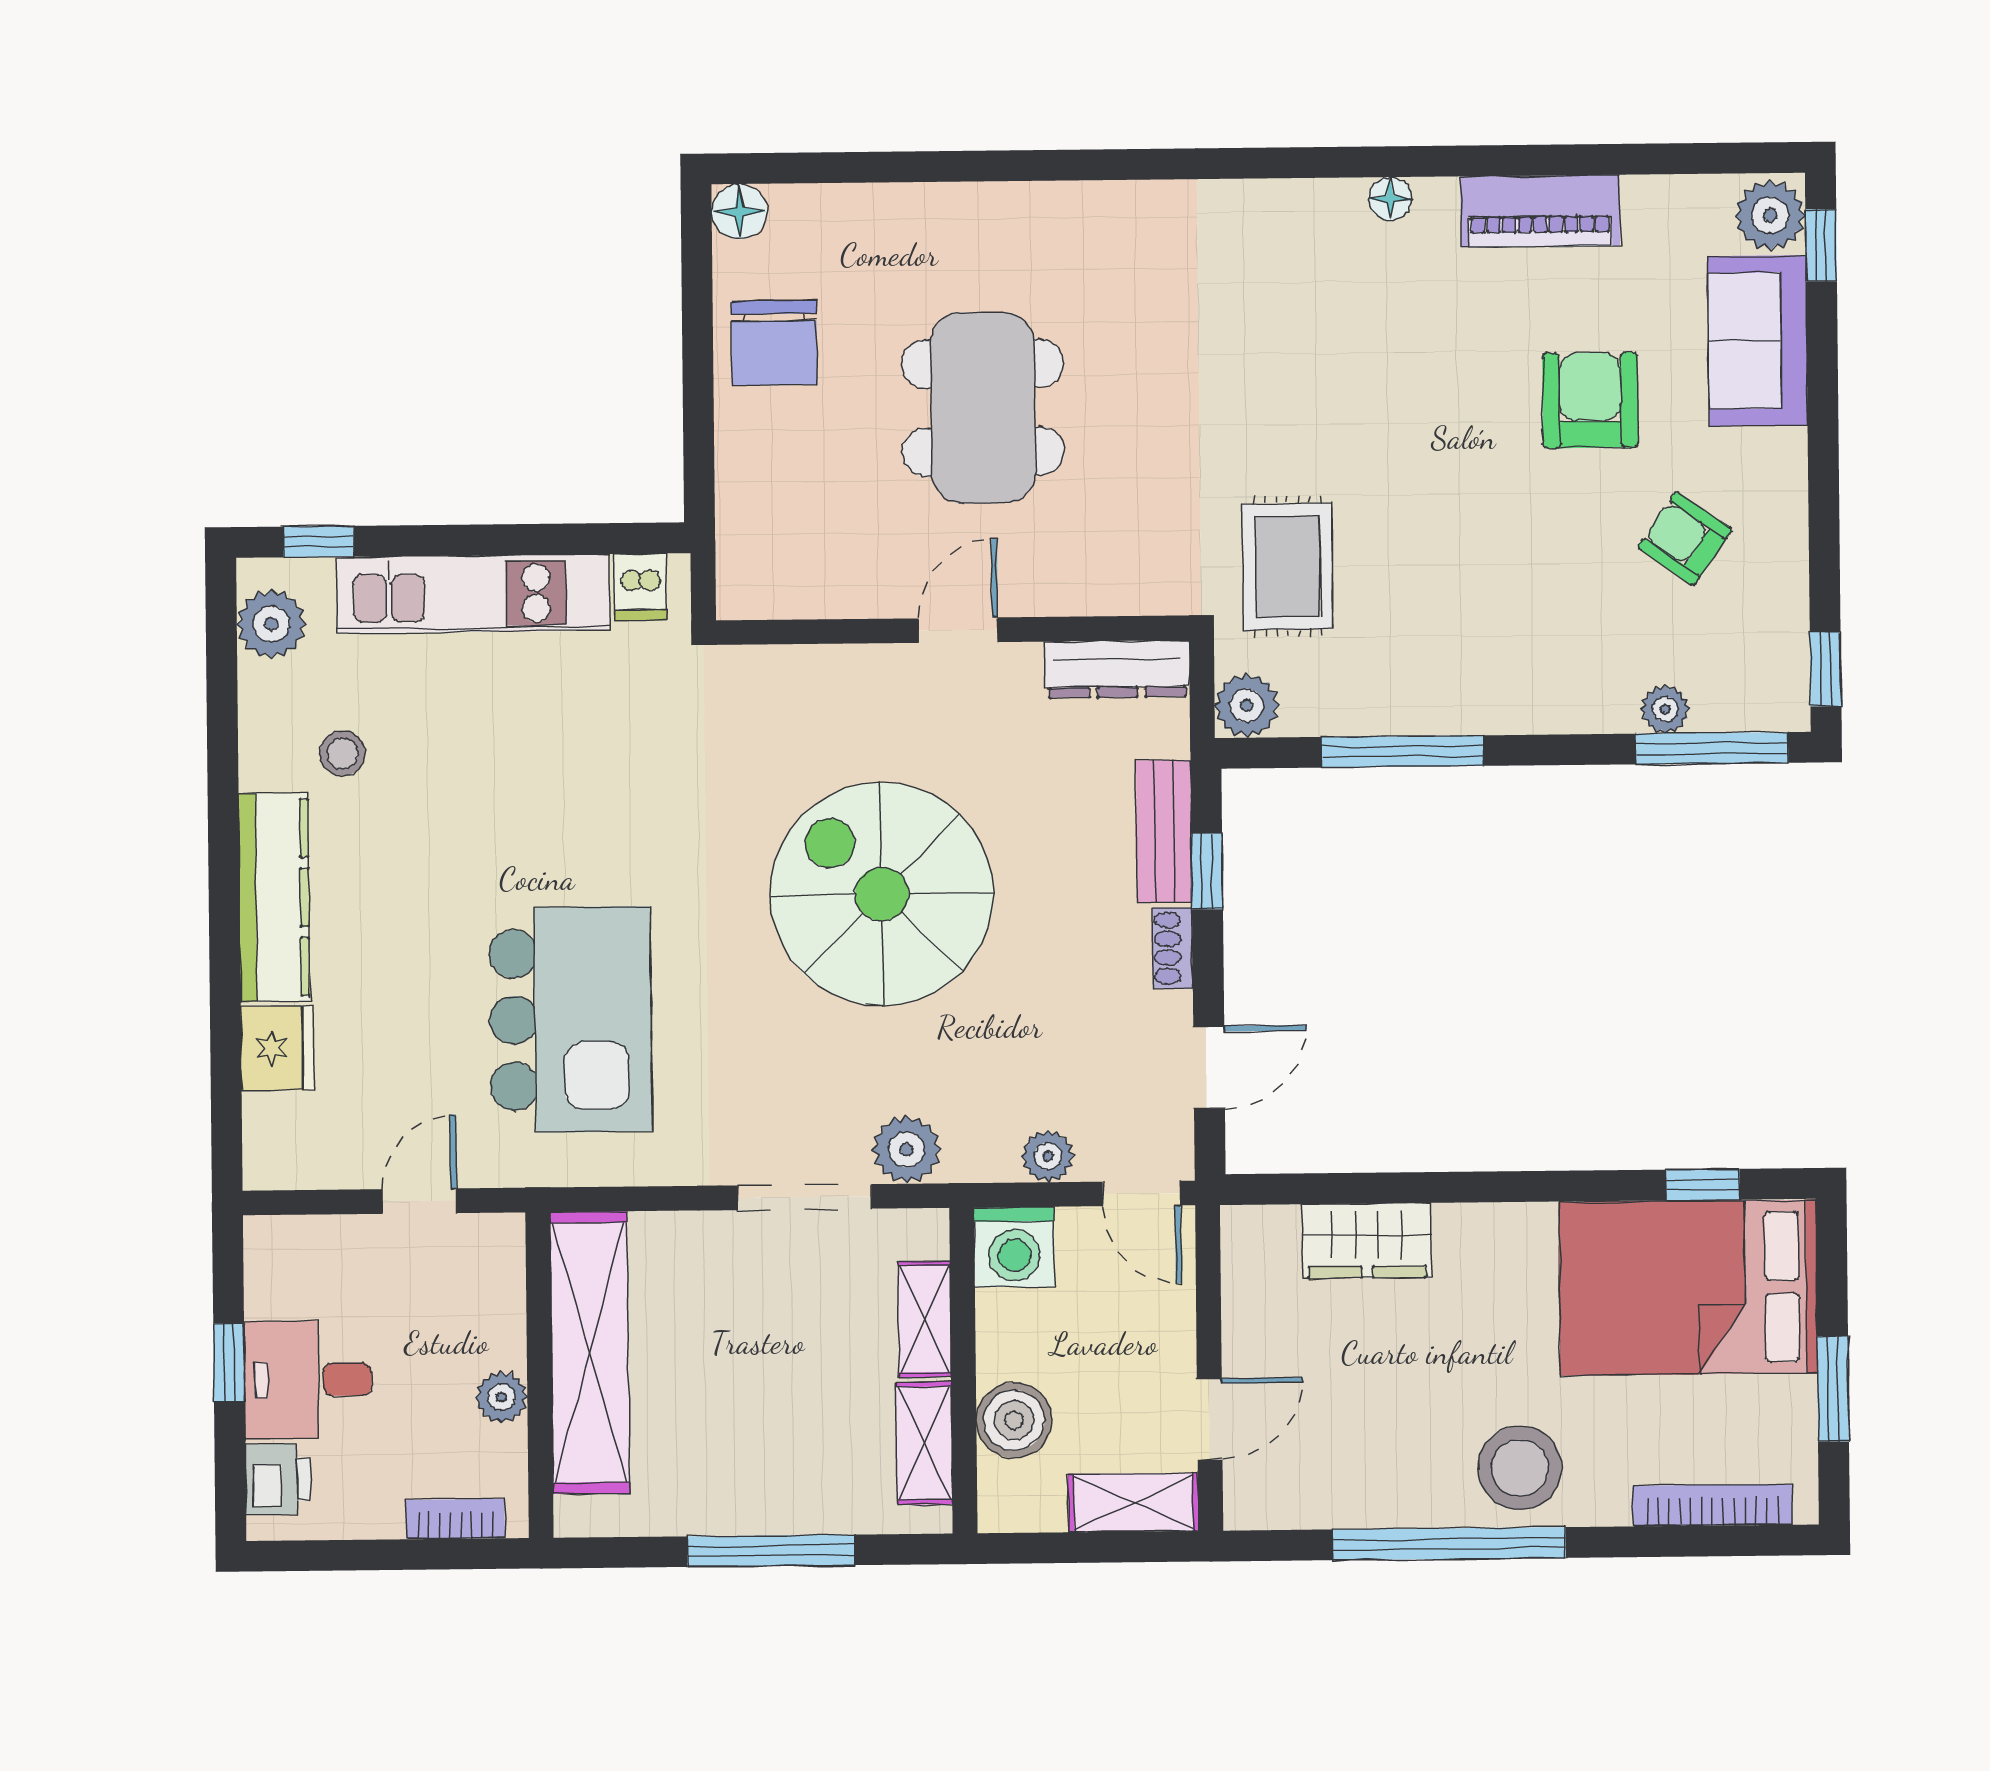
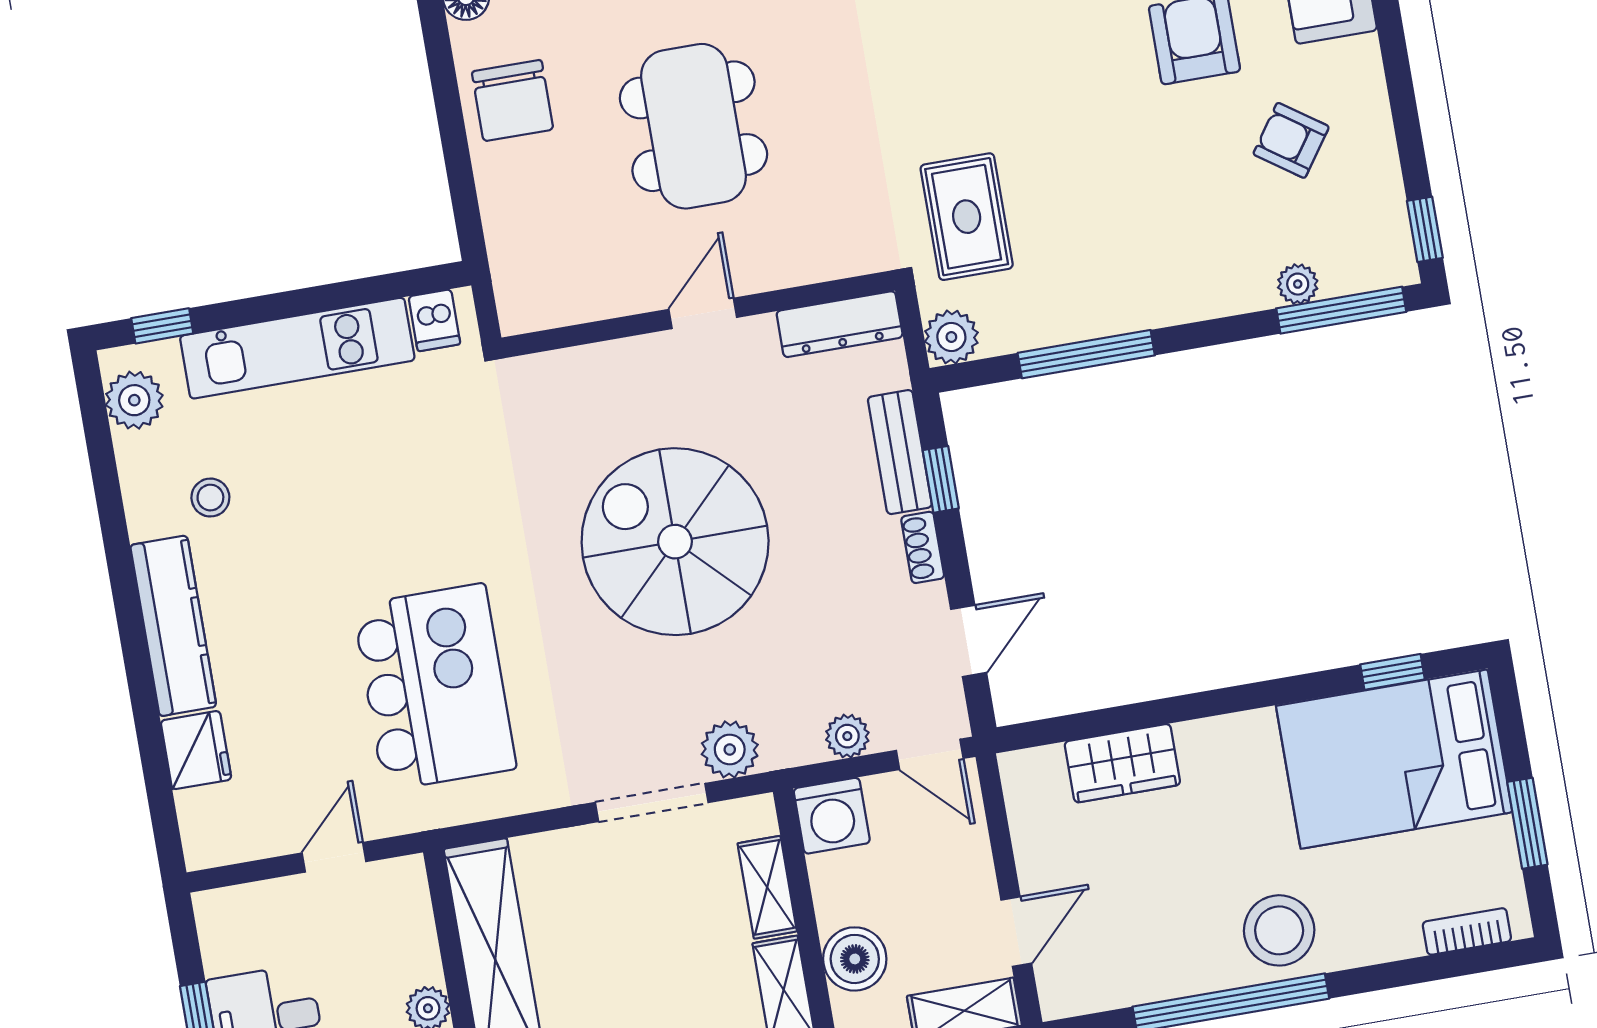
bookcase: (1712, 1505) -> (1467, 931), width x0.64

